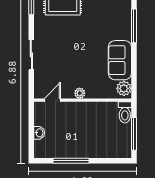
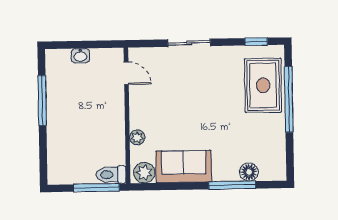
floor lamp: (125, 13) -> (249, 172), added
plant: (80, 93) -> (137, 137), moved
window: (134, 134) -> (96, 188), moved

